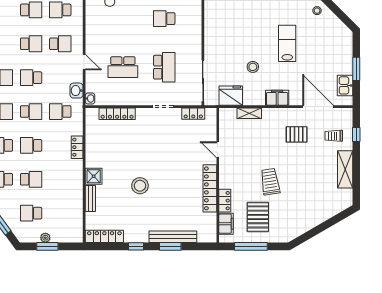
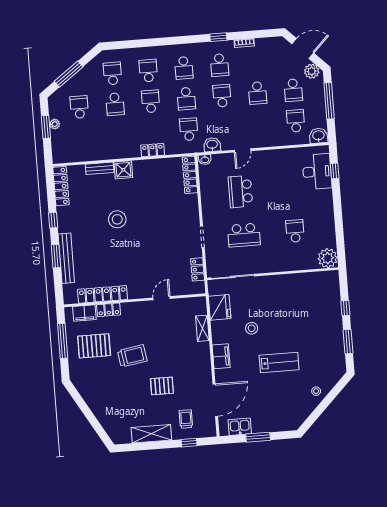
school desk: (60, 44) -> (260, 124), removed
locker: (117, 114) -> (190, 175), moved
pallet: (297, 134) -> (162, 386), moved, turned 90
locker: (210, 188) -> (103, 294), moved

